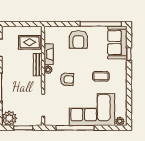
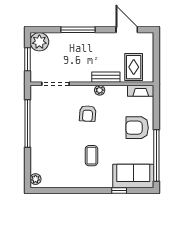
fireplace: (49, 54) -> (141, 91), moved
corner sofa: (92, 110) -> (50, 145), removed

